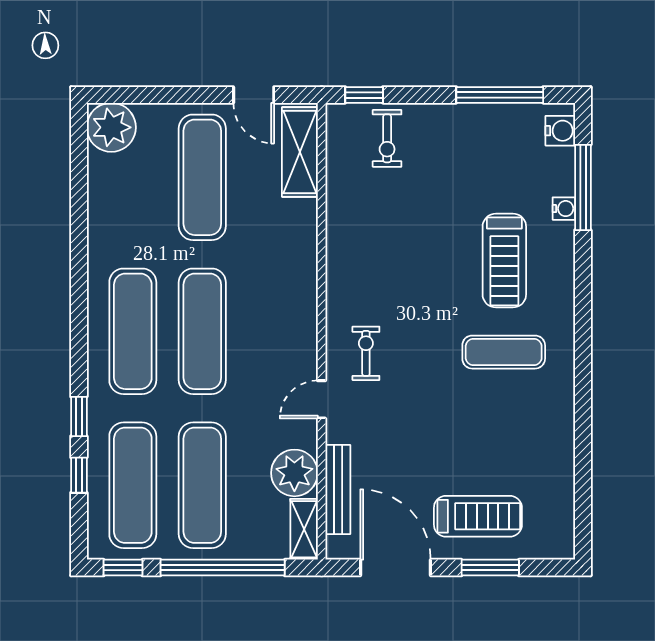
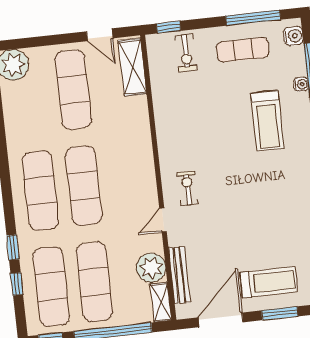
exercise mat: (504, 352) -> (243, 50), moved
door: (395, 568) -> (221, 320), hinge flipped

